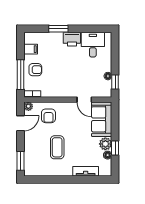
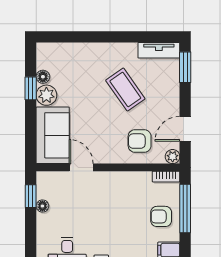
armchair: (48, 116) -> (140, 141), turned -90
coffee table: (57, 147) -> (125, 90), turned -35
tv unit: (86, 171) -> (159, 50), moved

